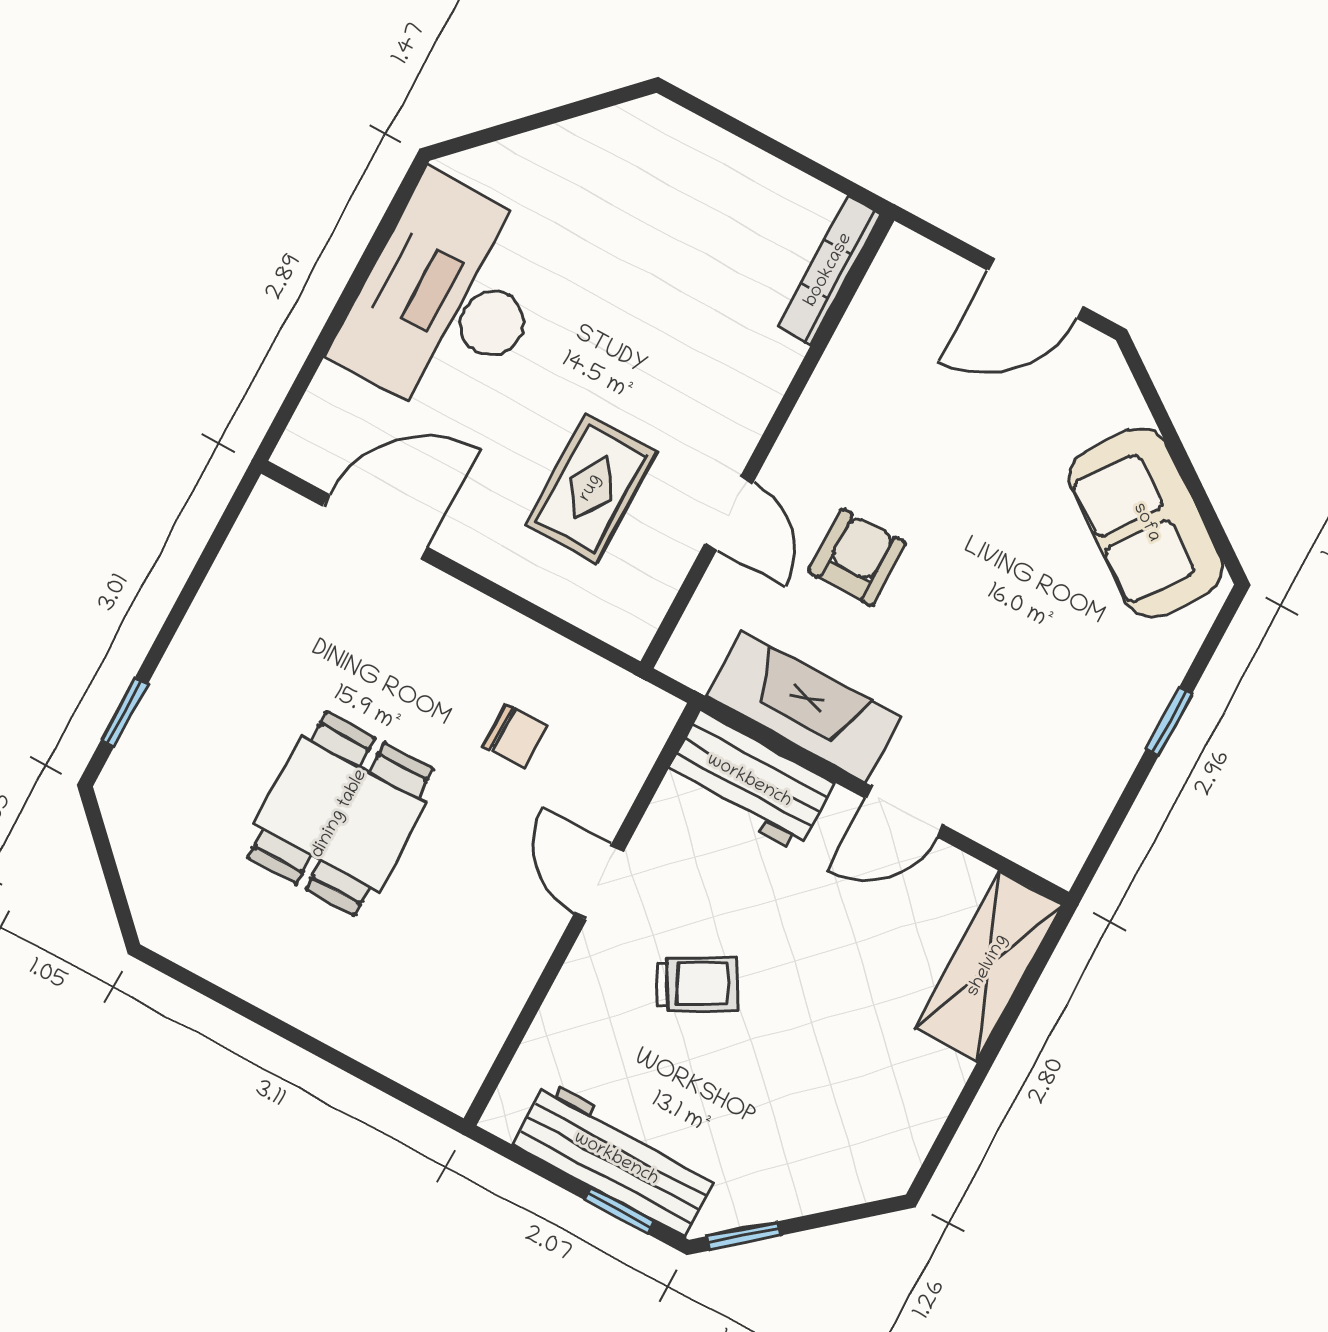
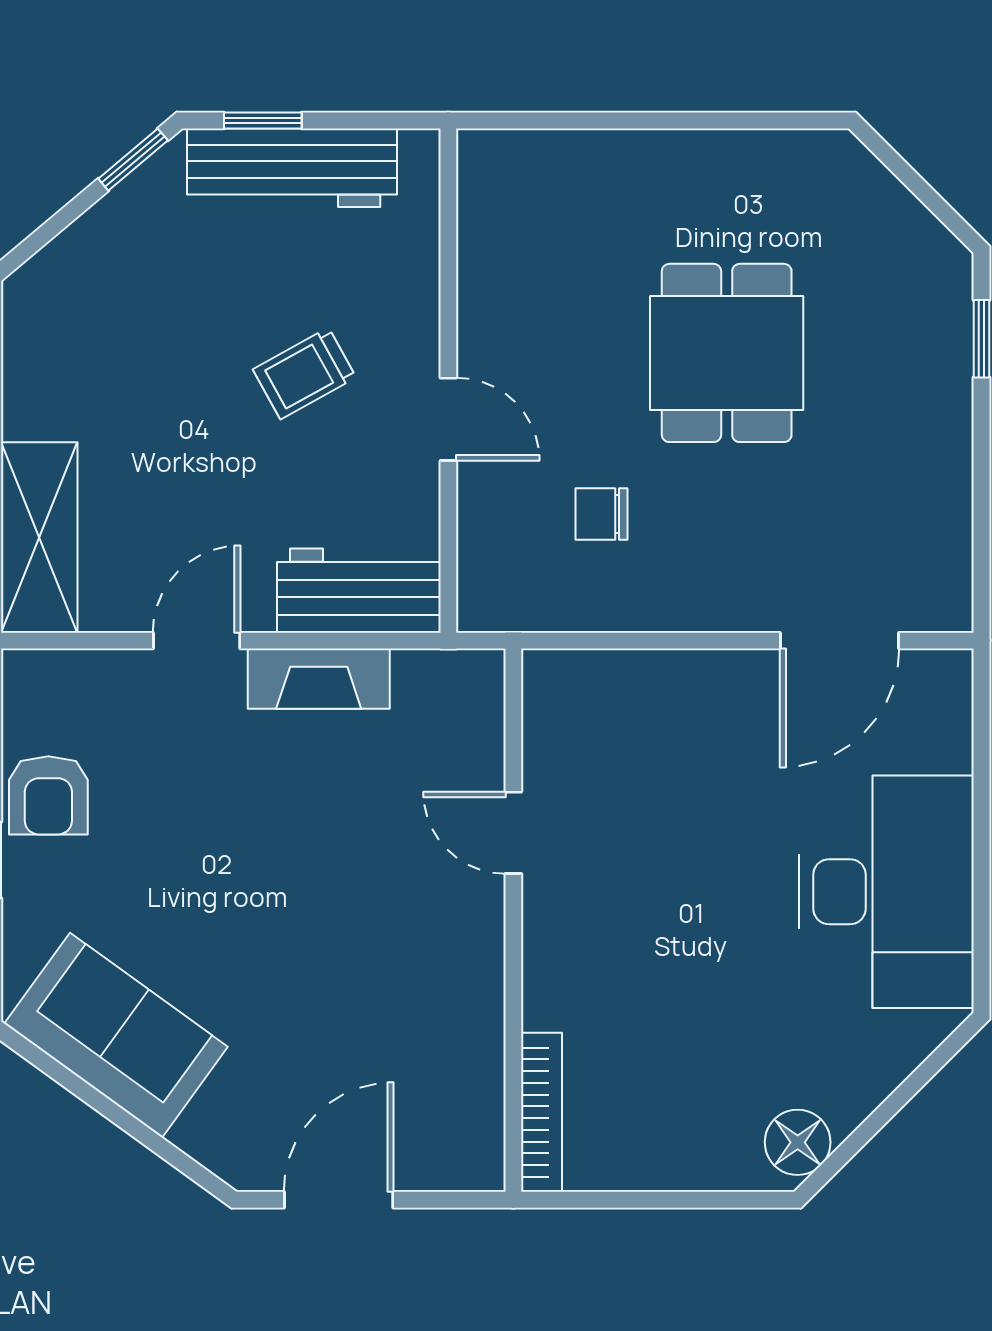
floor lamp: (632, 132) -> (798, 1142), added
rug: (591, 488) -> (655, 787), removed
armchair: (857, 557) -> (48, 795), moved
fireplace: (804, 707) -> (319, 679), width x0.73, depth x0.76

